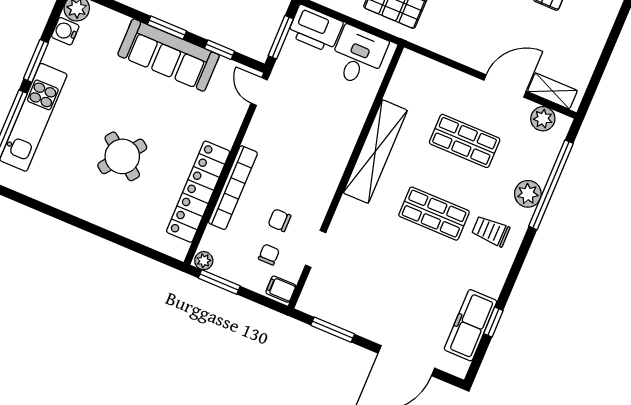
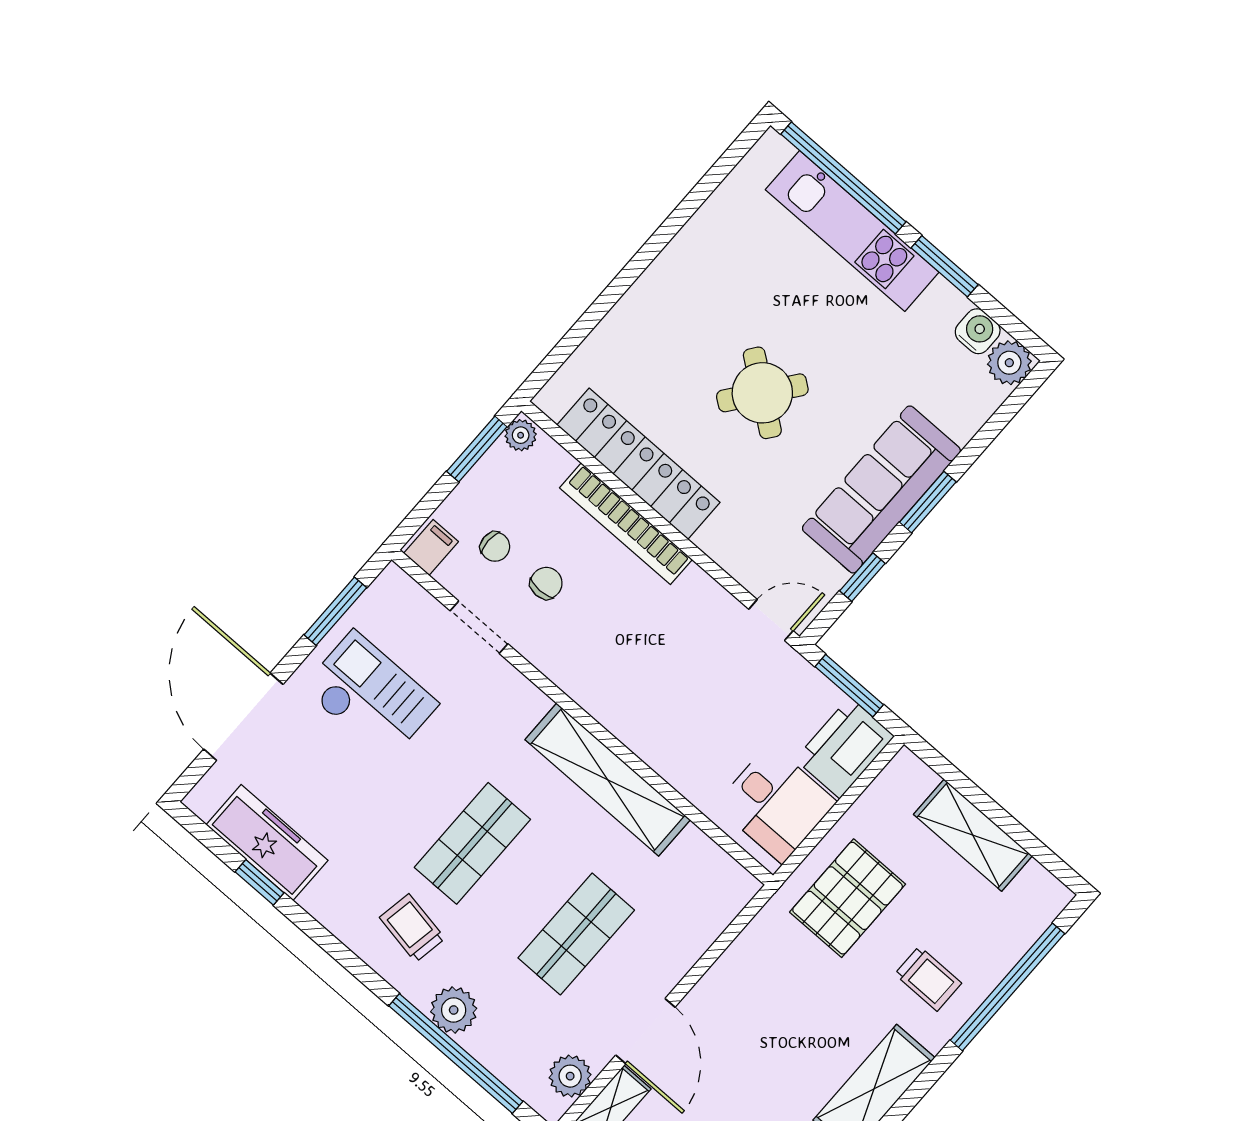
round table: (122, 156) -> (762, 393), moved
trolley: (491, 231) -> (412, 928), turned -80
checkout: (372, 295) -> (370, 696), added

